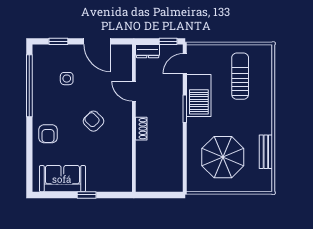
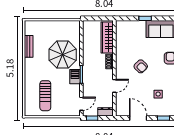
door: (134, 91) -> (114, 86), hinge flipped
barbecue: (199, 96) -> (75, 77), width x0.53, depth x0.65
parasol: (223, 157) -> (63, 55), moved
wardrobe: (145, 165) -> (107, 38), added

